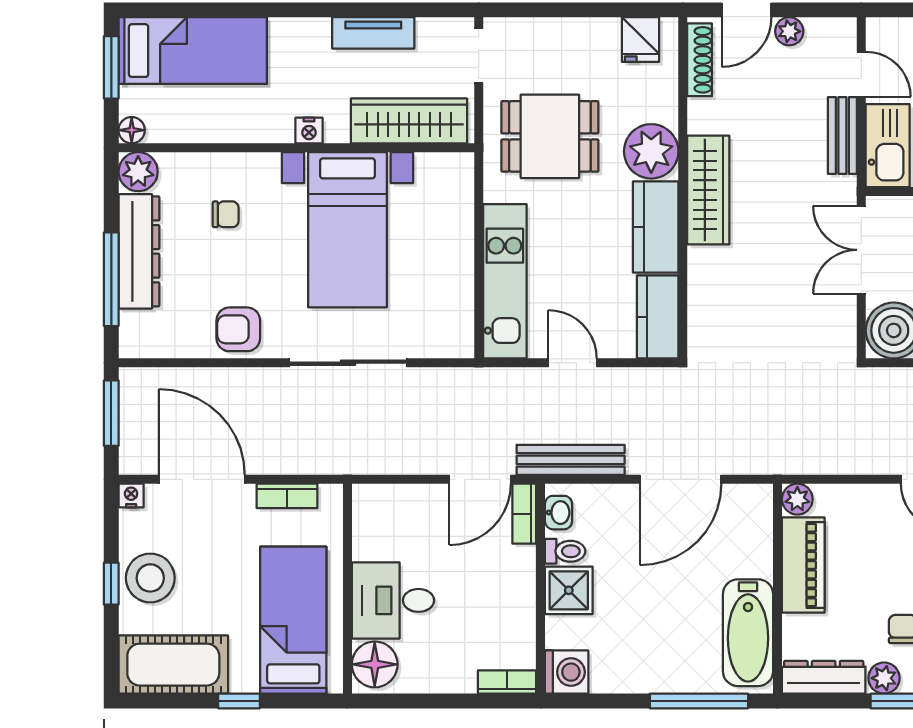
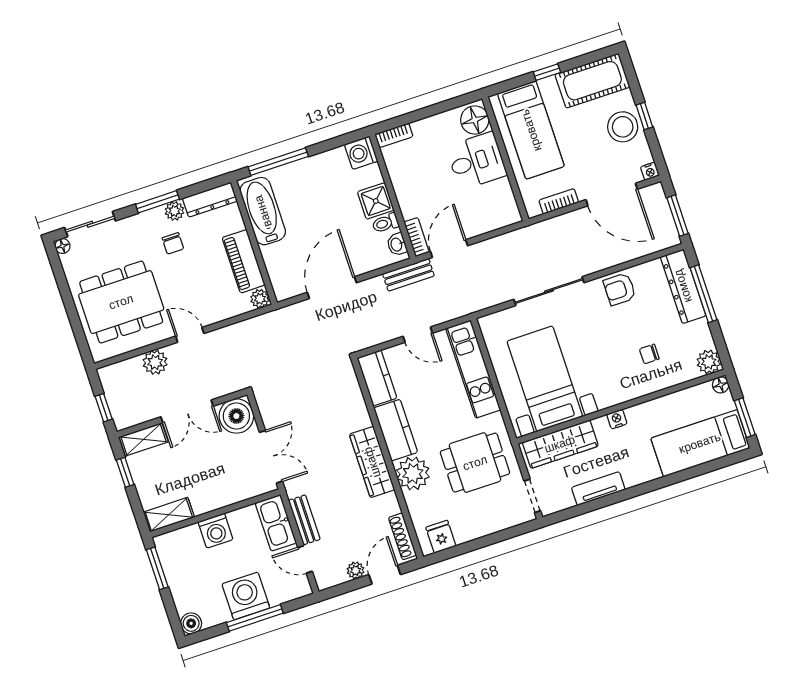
bed with nightstands: (347, 230) -> (545, 379), moved
dresser: (139, 251) -> (683, 286), moved
armchair: (238, 329) -> (620, 289), turned 180
bench: (571, 460) -> (408, 275), width x0.73

